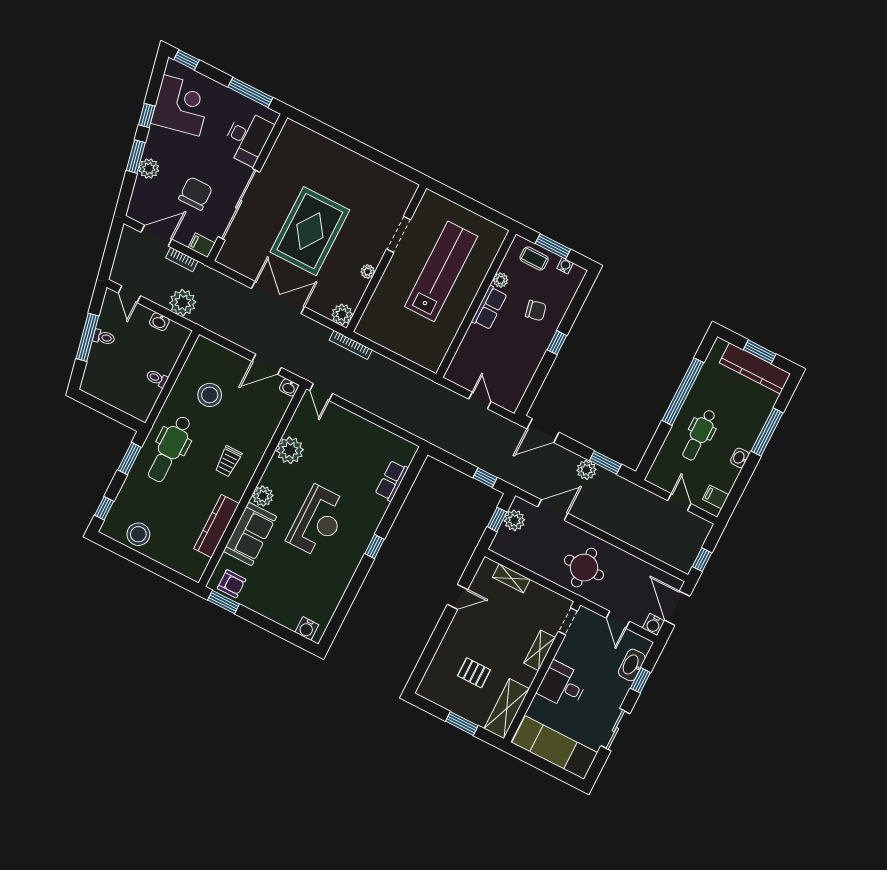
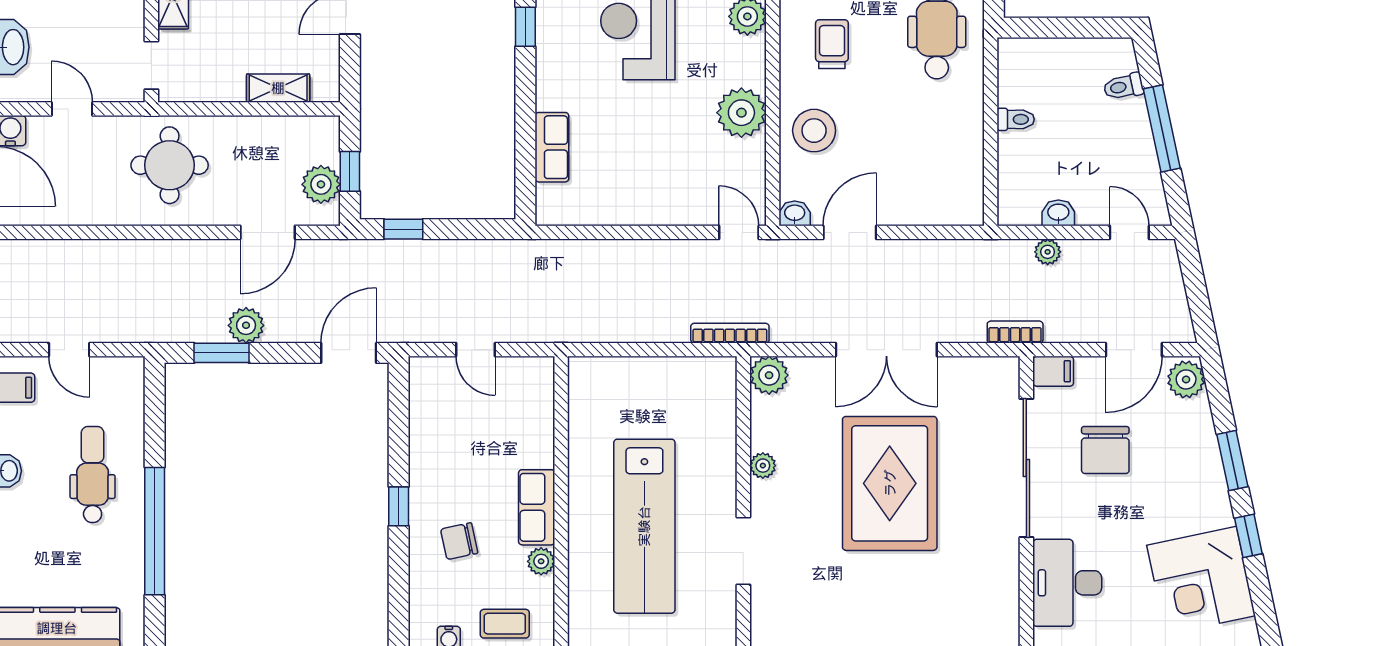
plant: (149, 169) -> (1186, 379), moved
bookcase: (182, 259) -> (1015, 332), moved
plant: (183, 303) -> (1048, 252), width x0.53, depth x0.53
toilet: (104, 337) -> (1123, 87), moved
stool: (210, 395) -> (814, 131), moved

